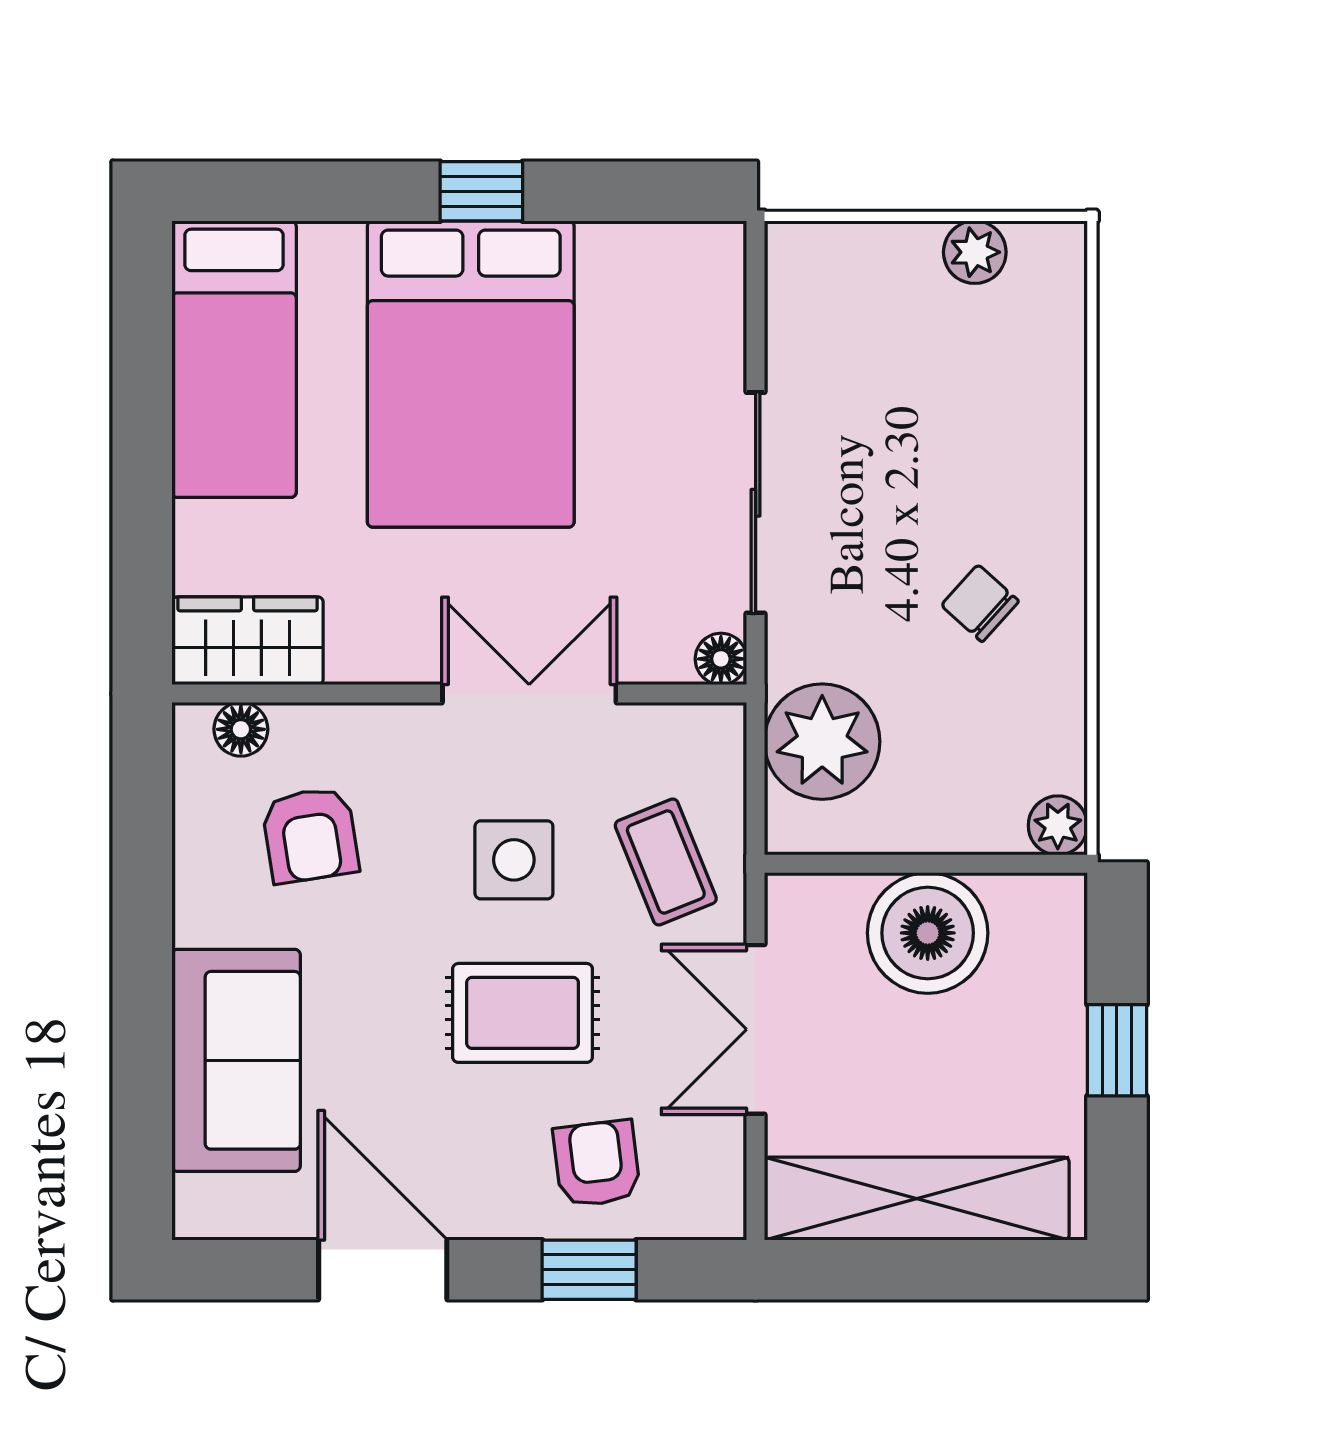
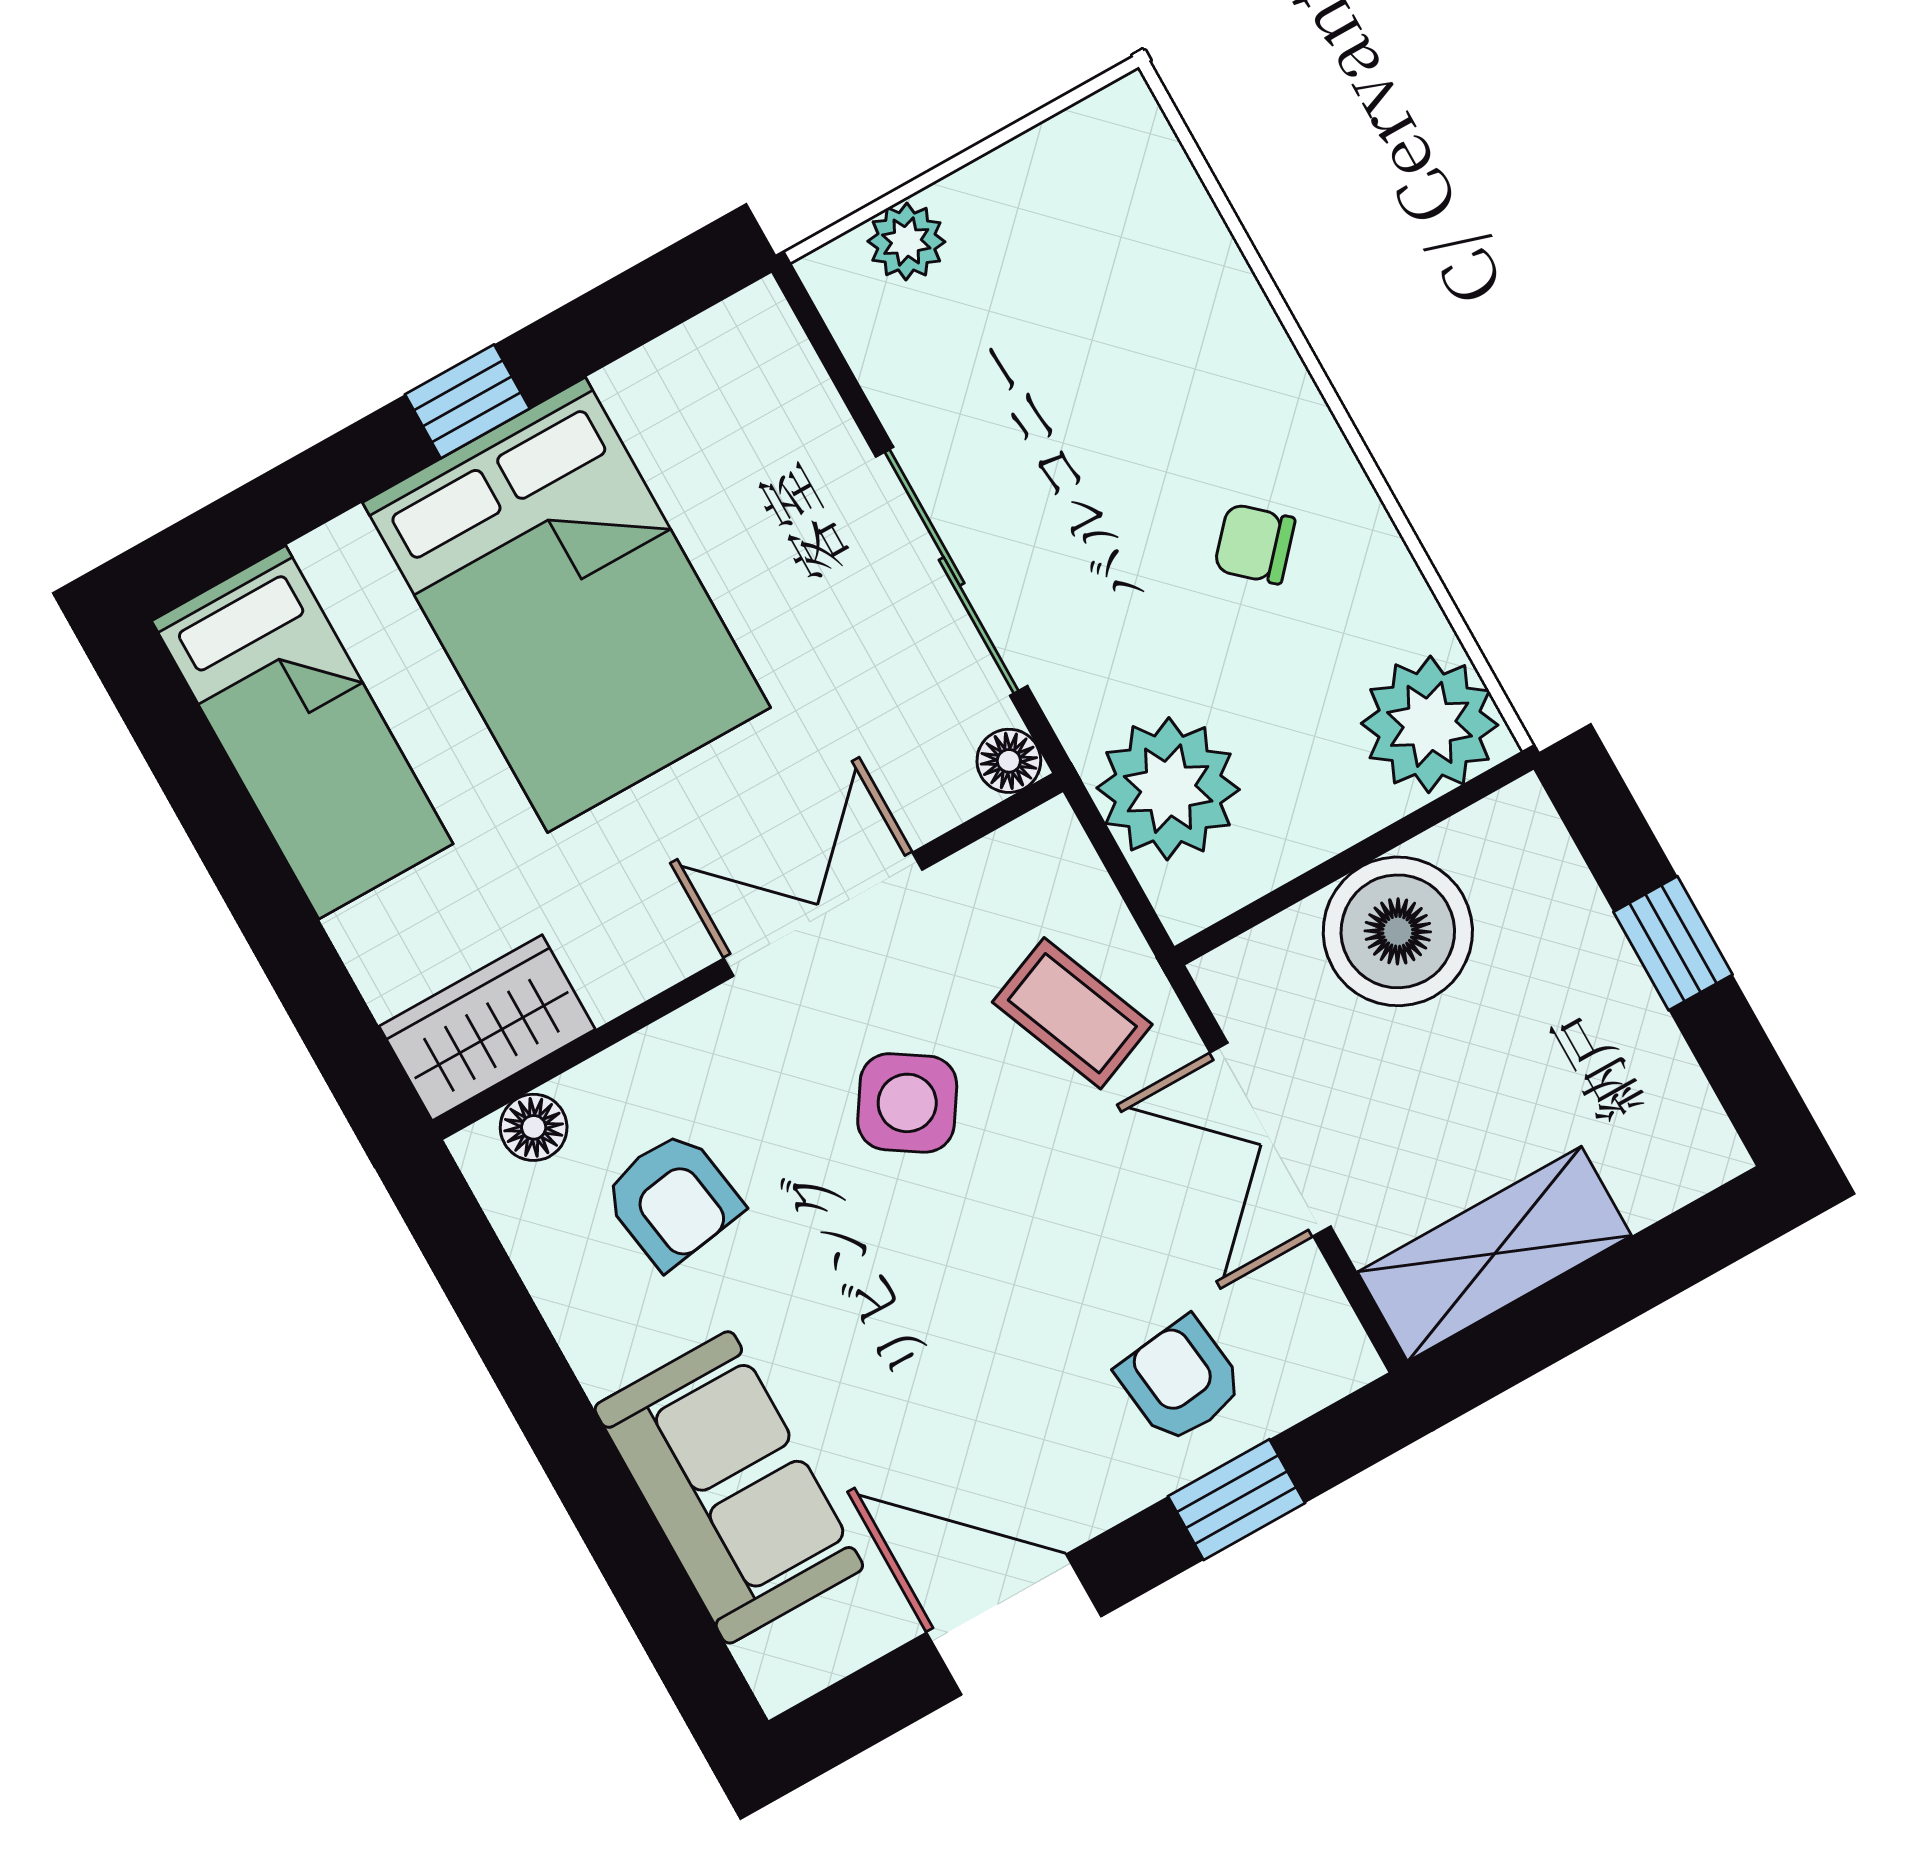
plant: (975, 252) -> (906, 241), moved
plant: (1058, 825) -> (1430, 724), width x1.88, depth x1.88
side table: (514, 860) -> (907, 1103), turned 33
rug: (523, 1013) -> (1009, 1263), removed
shelving: (917, 1199) -> (1495, 1254), width x0.68

